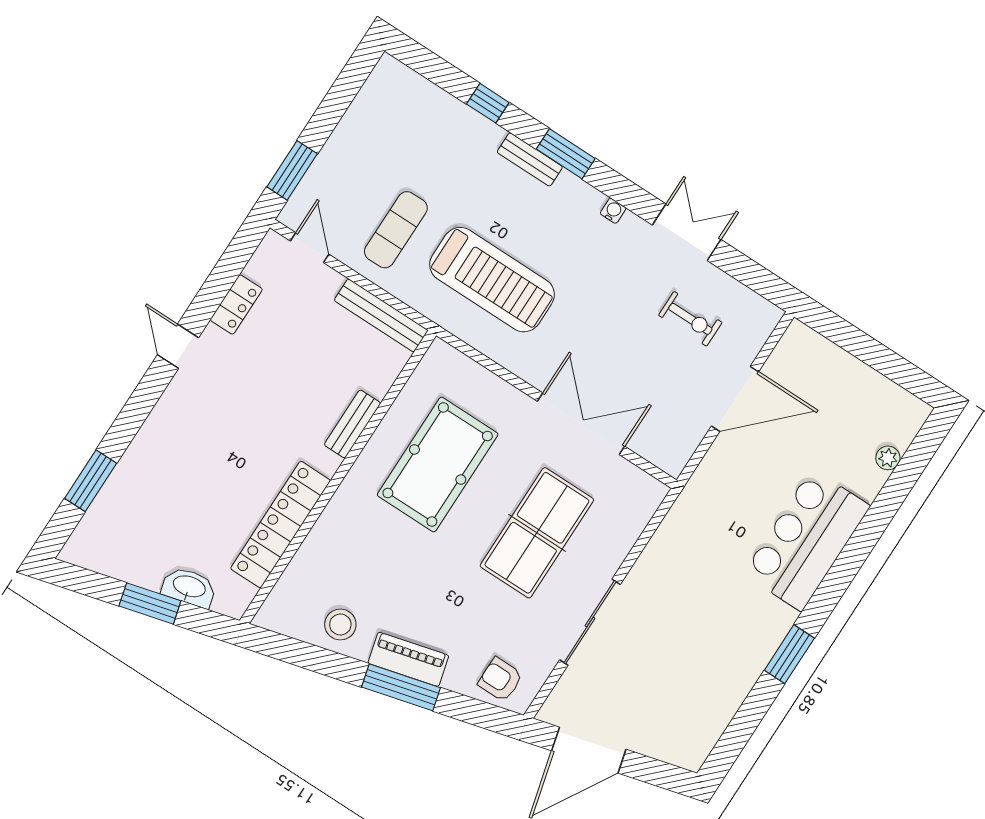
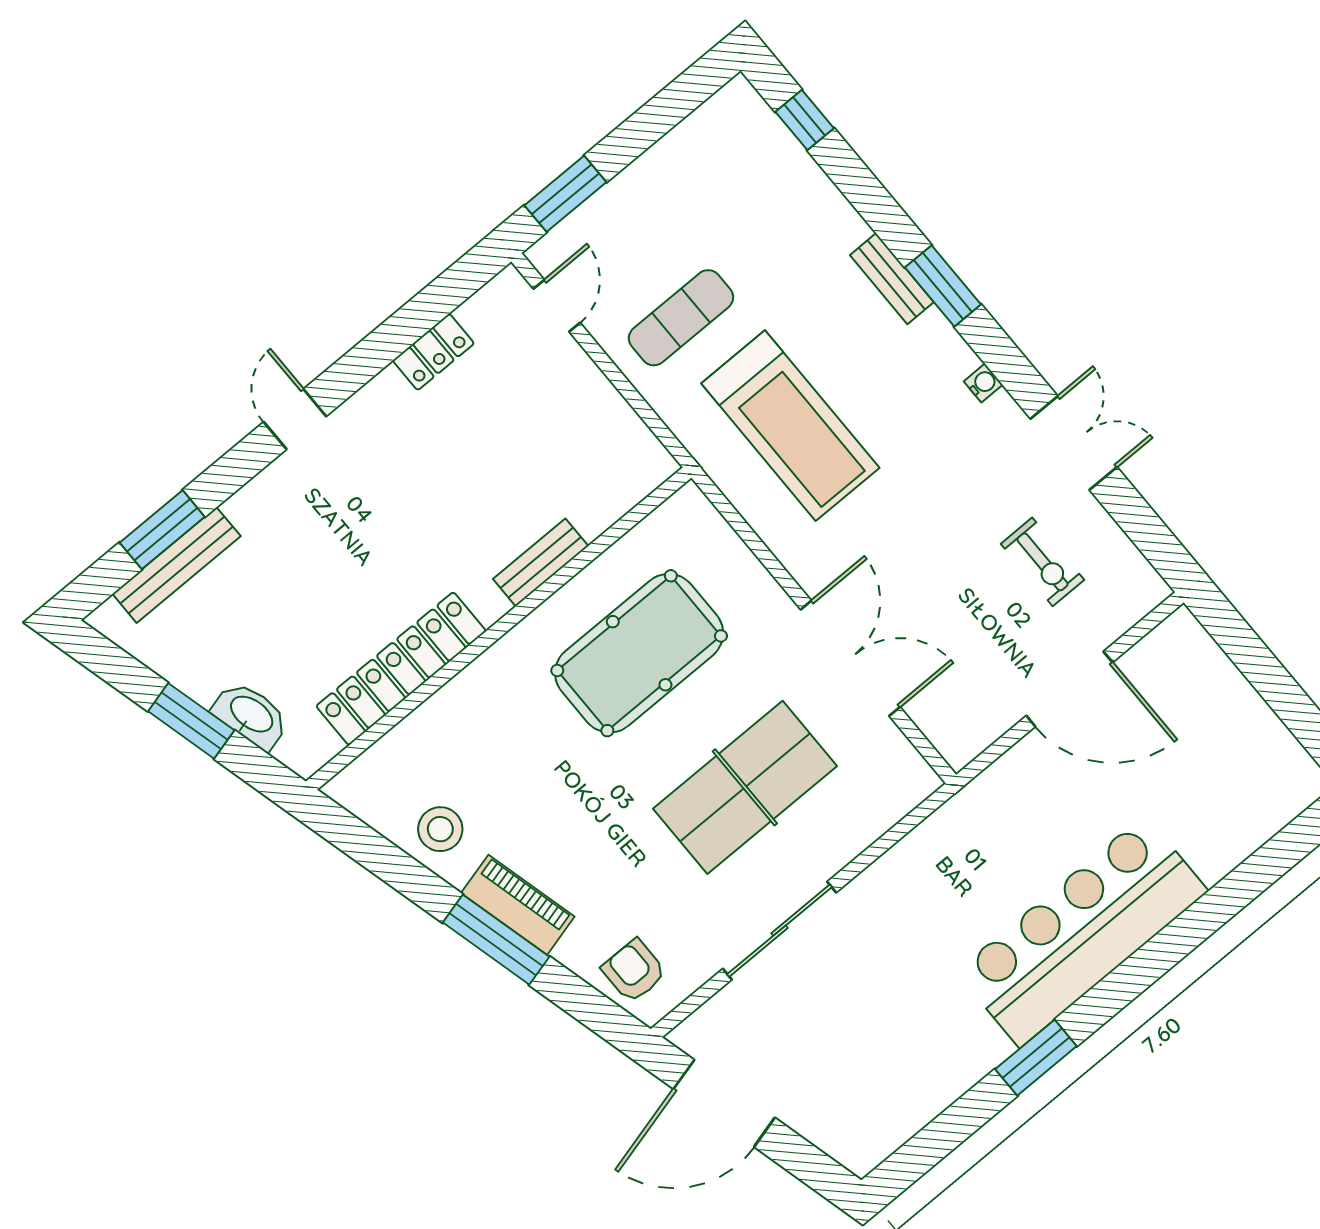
window: (488, 103) -> (805, 120), moved
bench: (381, 315) -> (177, 565), moved, turned 90
door: (178, 346) -> (295, 419), moved
plant: (888, 458) -> (1252, 833), removed
bar counter: (807, 540) -> (1082, 931), width x1.36

